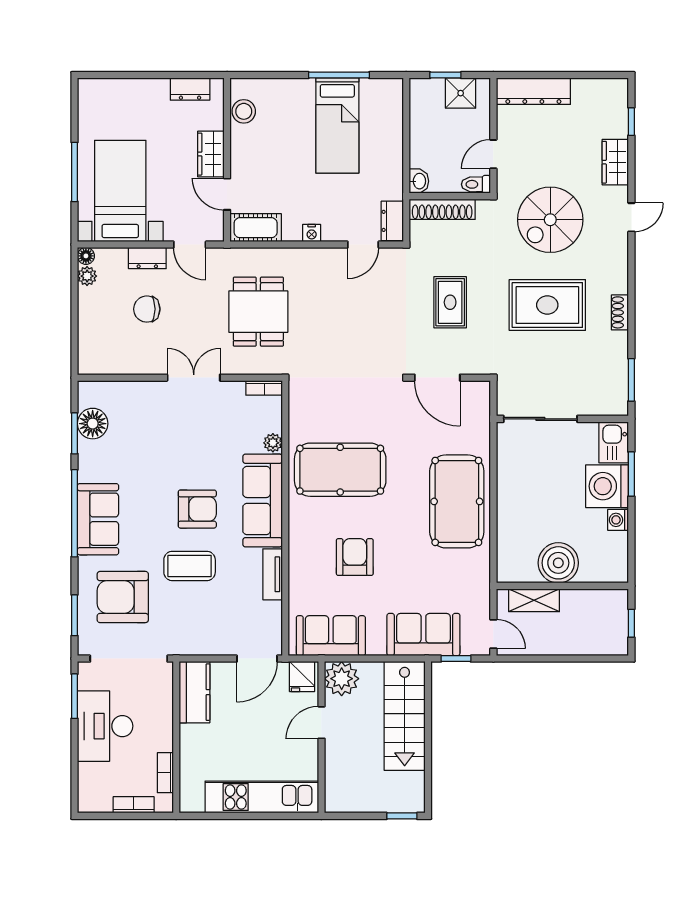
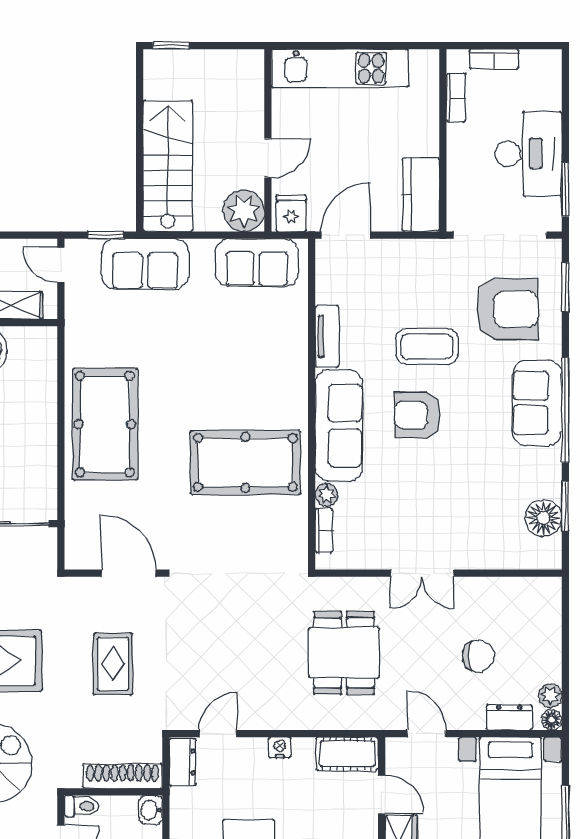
dresser: (147, 258) -> (509, 717), moved
bookcase: (264, 388) -> (324, 530), moved, turned 90
armchair: (355, 557) -> (228, 357), removed

